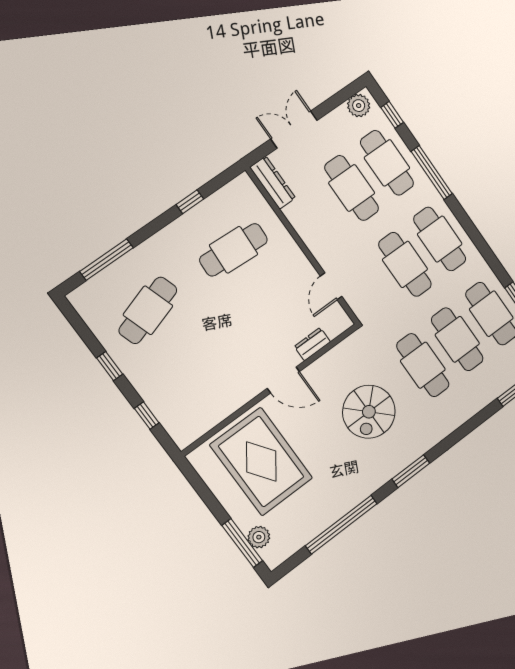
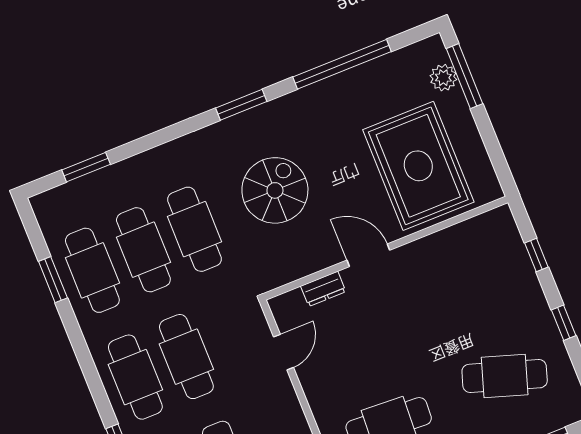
cafe table: (148, 310) -> (505, 376), turned 36

